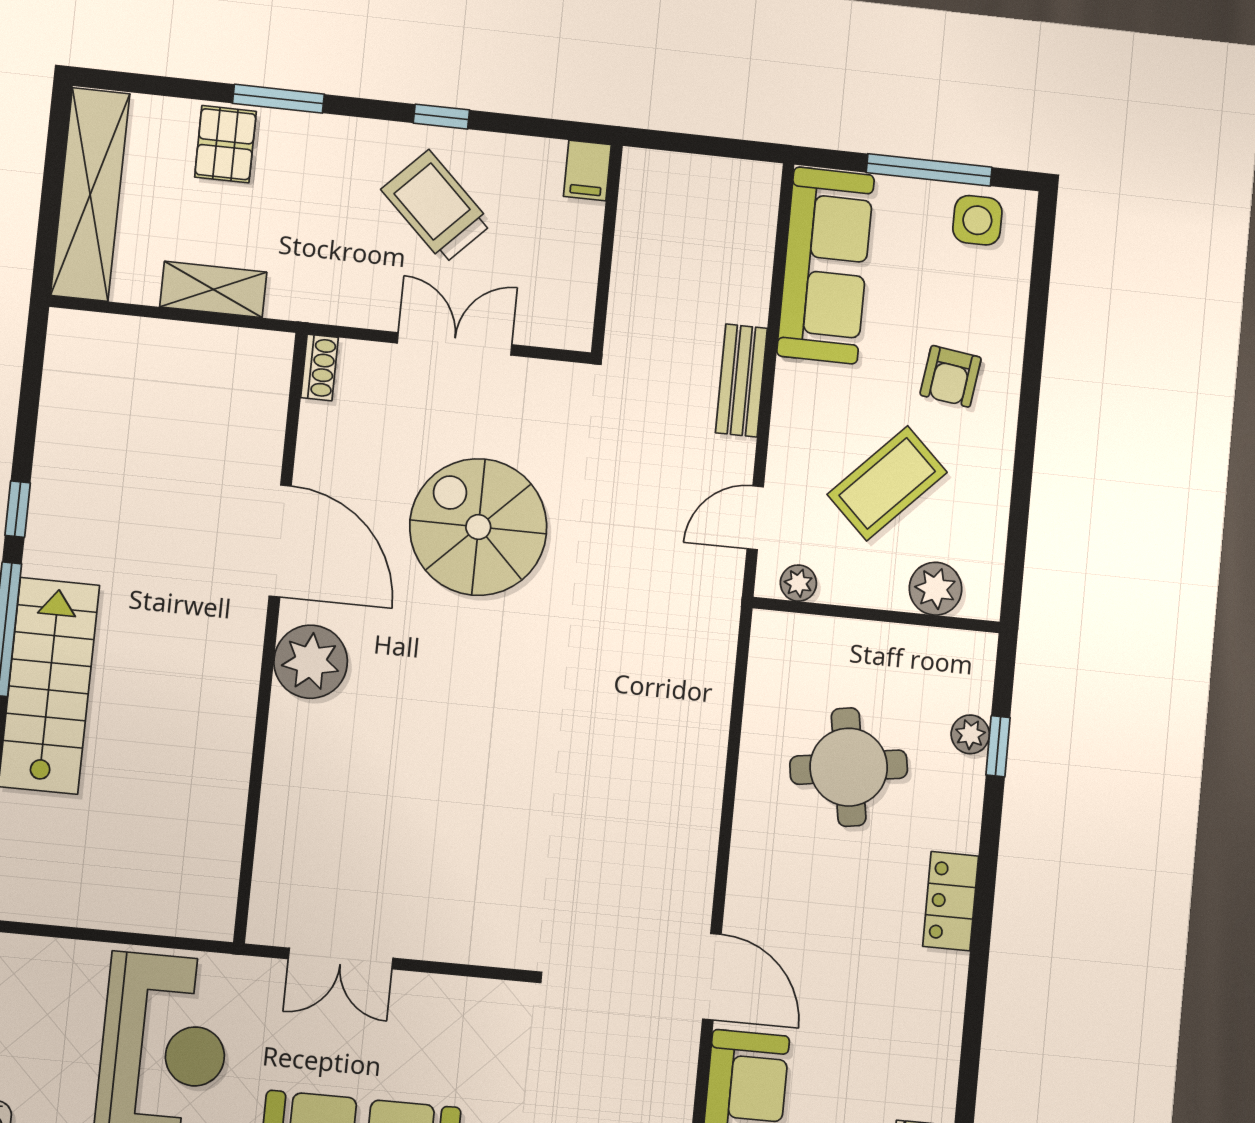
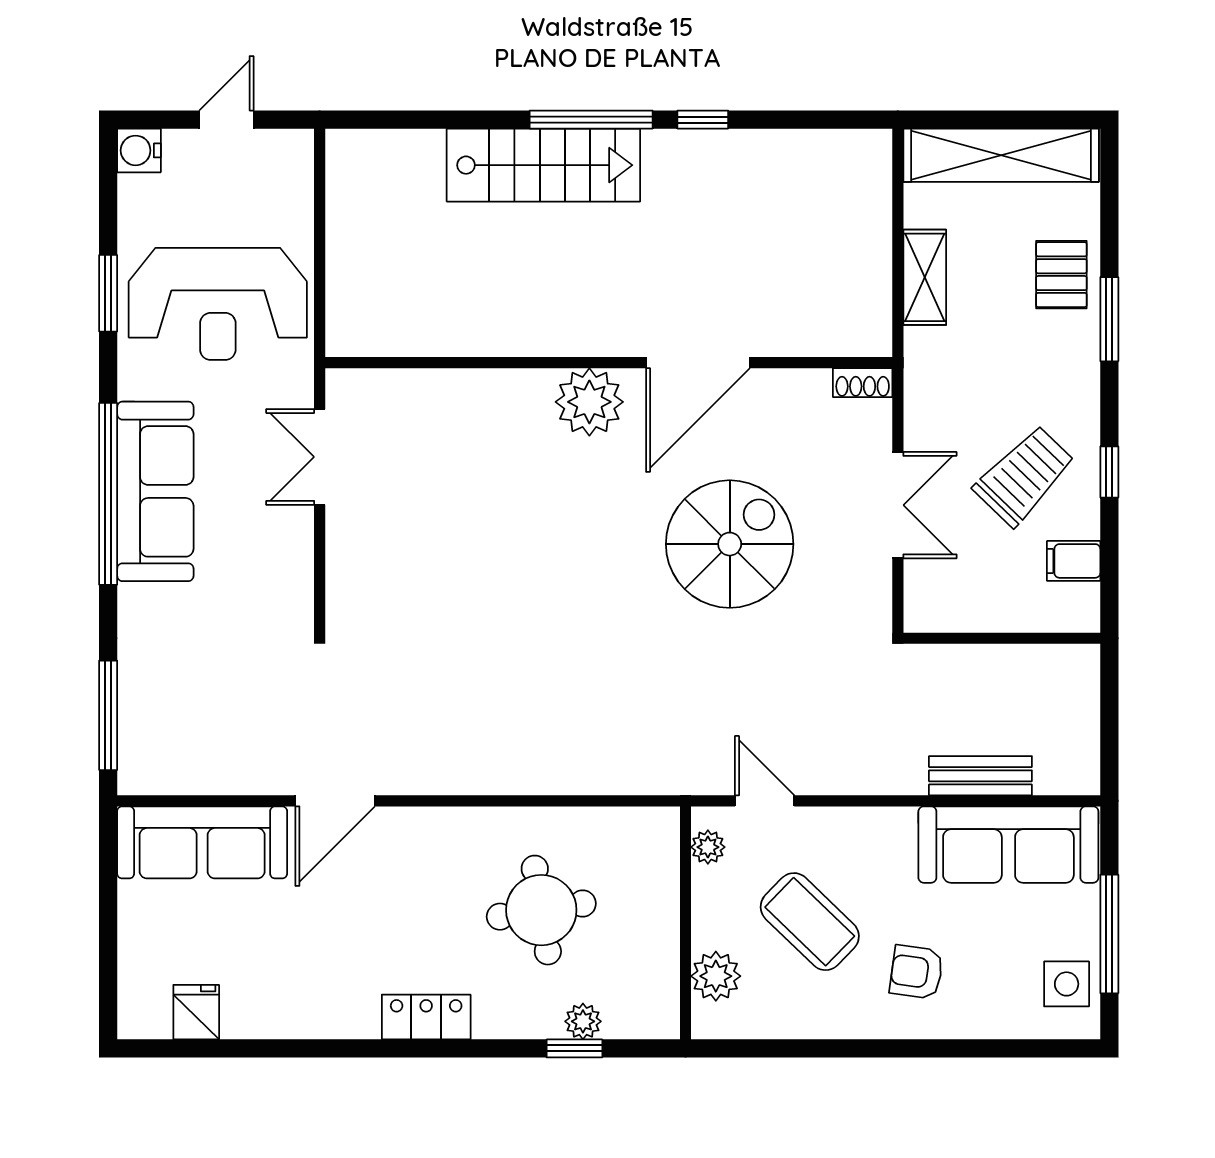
pallet: (225, 144) -> (1061, 275), turned 90
filing cabinet: (587, 170) -> (1074, 561), moved
bench: (741, 380) -> (980, 776), moved

